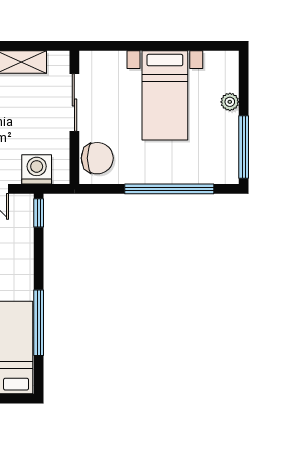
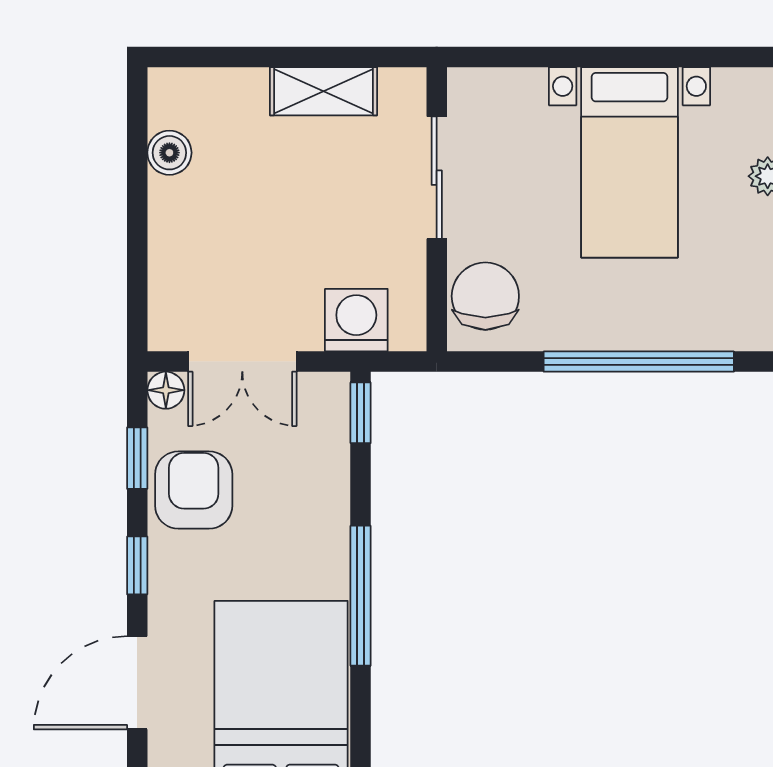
chair: (97, 158) -> (485, 296), turned -90
window: (39, 323) -> (361, 596), moved

